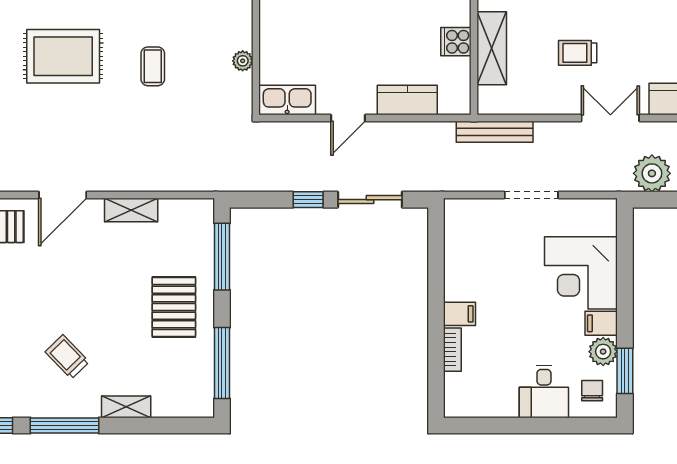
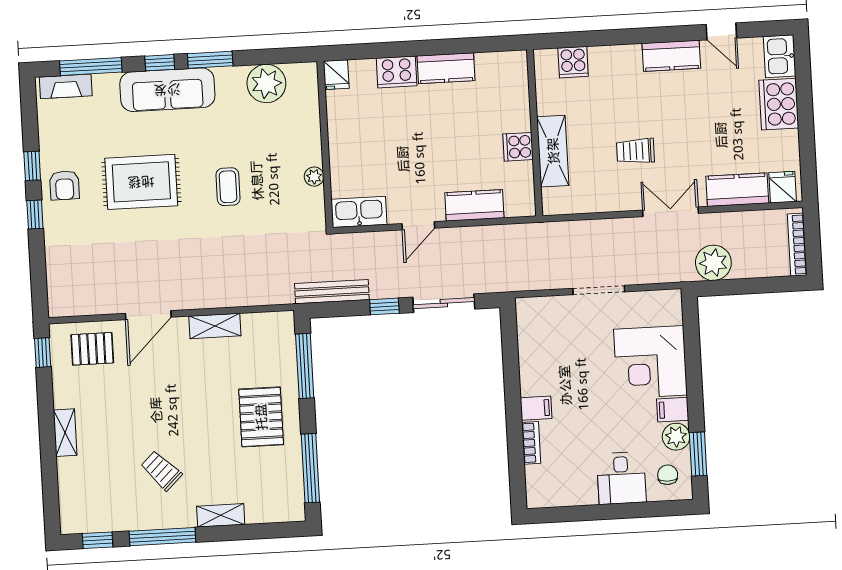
bench: (495, 132) -> (332, 292), moved

